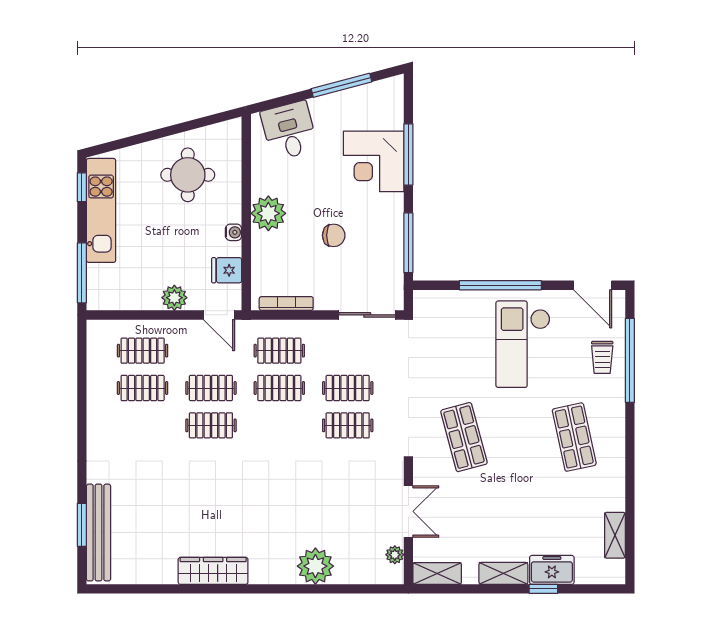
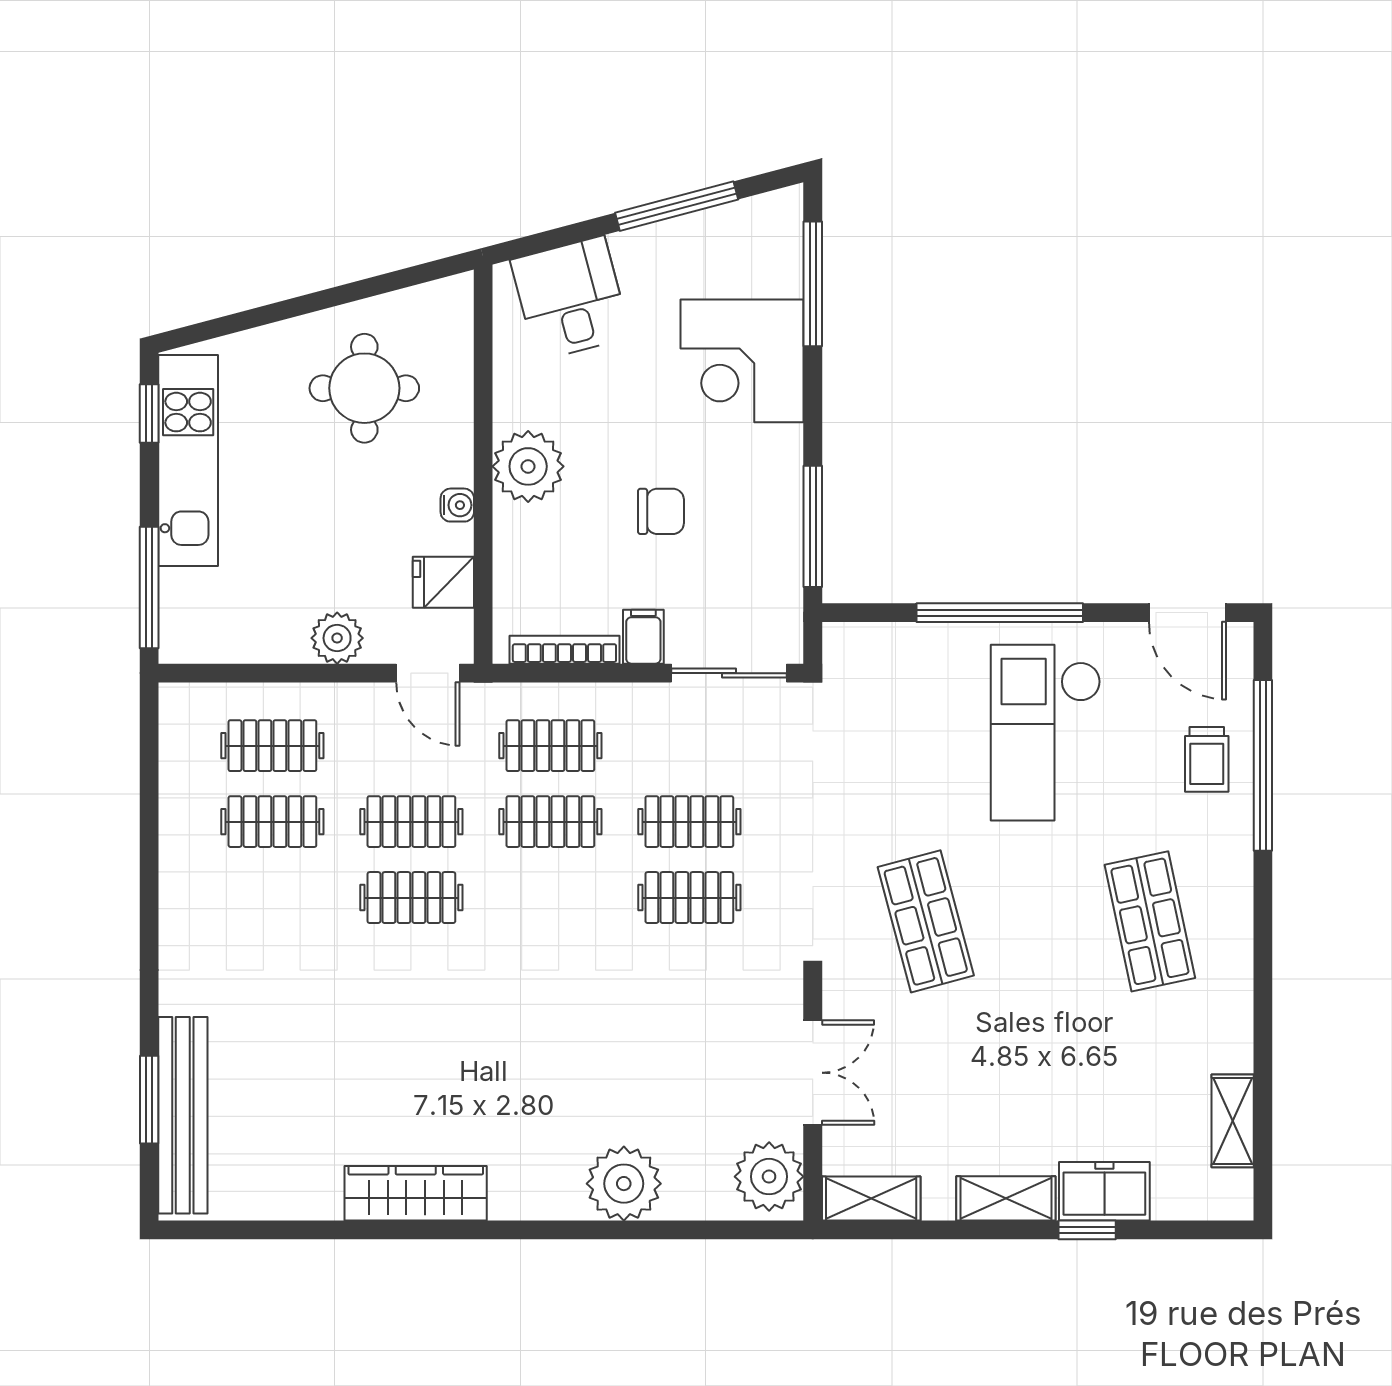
window: (408, 154) -> (813, 284), moved
filing cabinet: (325, 297) -> (643, 637), added
plant: (395, 555) -> (769, 1177), width x1.87, depth x1.87

